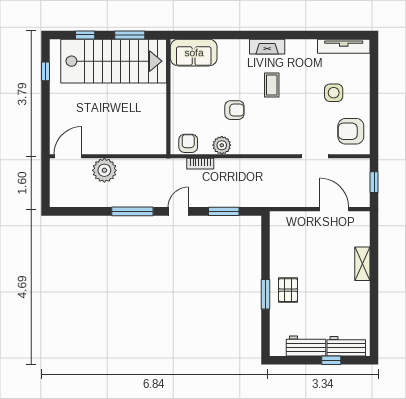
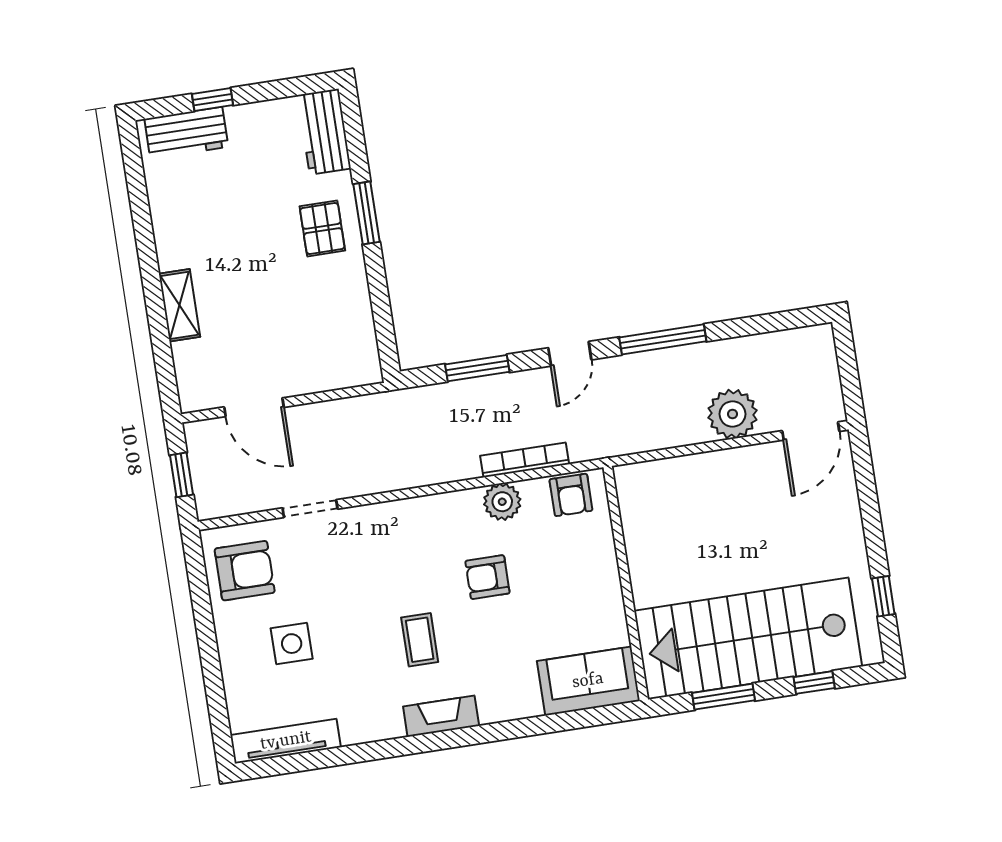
bookcase: (200, 164) -> (525, 460), width x1.56
workbench: (306, 346) -> (324, 132), moved, turned 90

